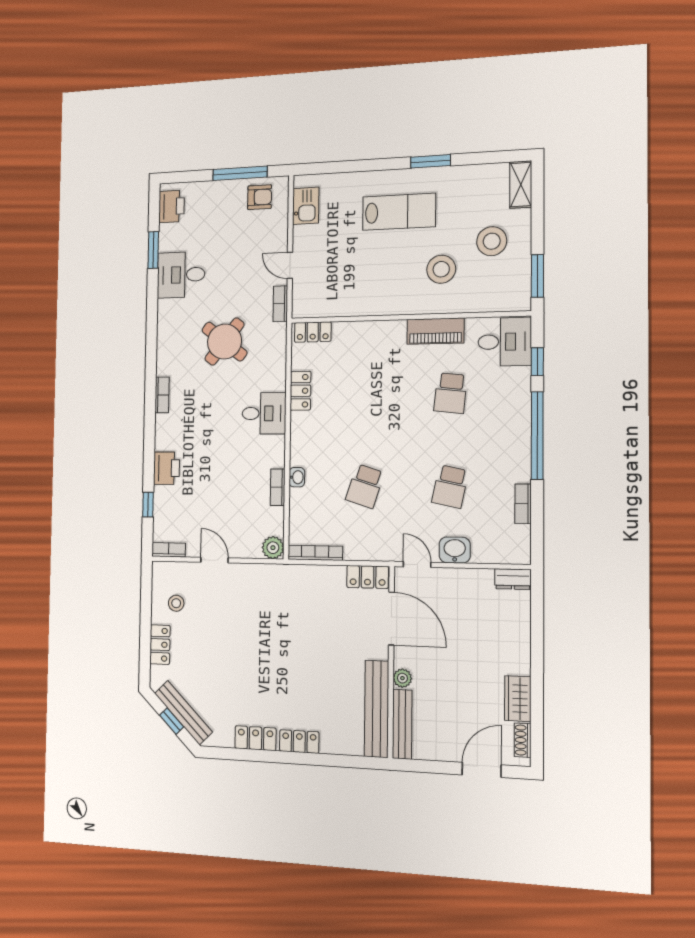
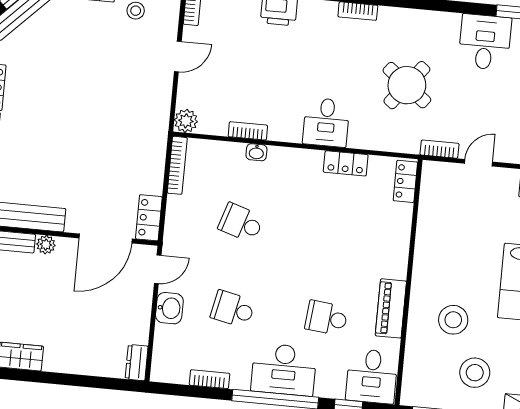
desk: (506, 430) -> (284, 369), added

